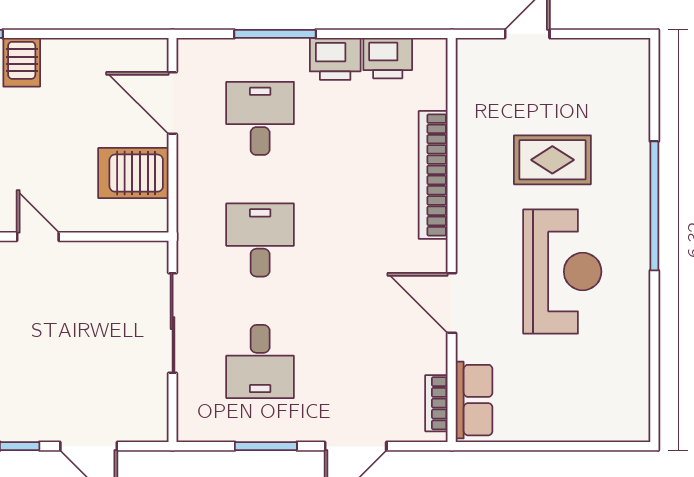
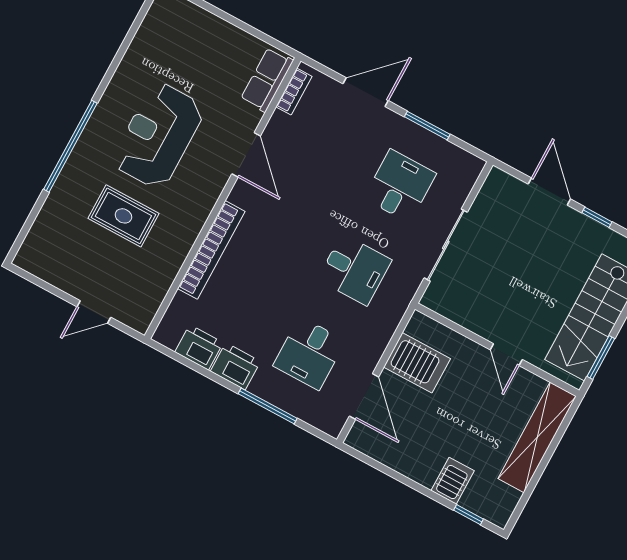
desk: (260, 240) -> (355, 270), turned -90

